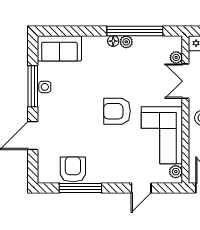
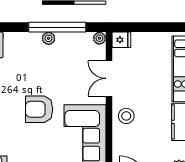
floor lamp: (113, 41) -> (35, 38), removed
plant: (176, 57) -> (99, 38), moved

